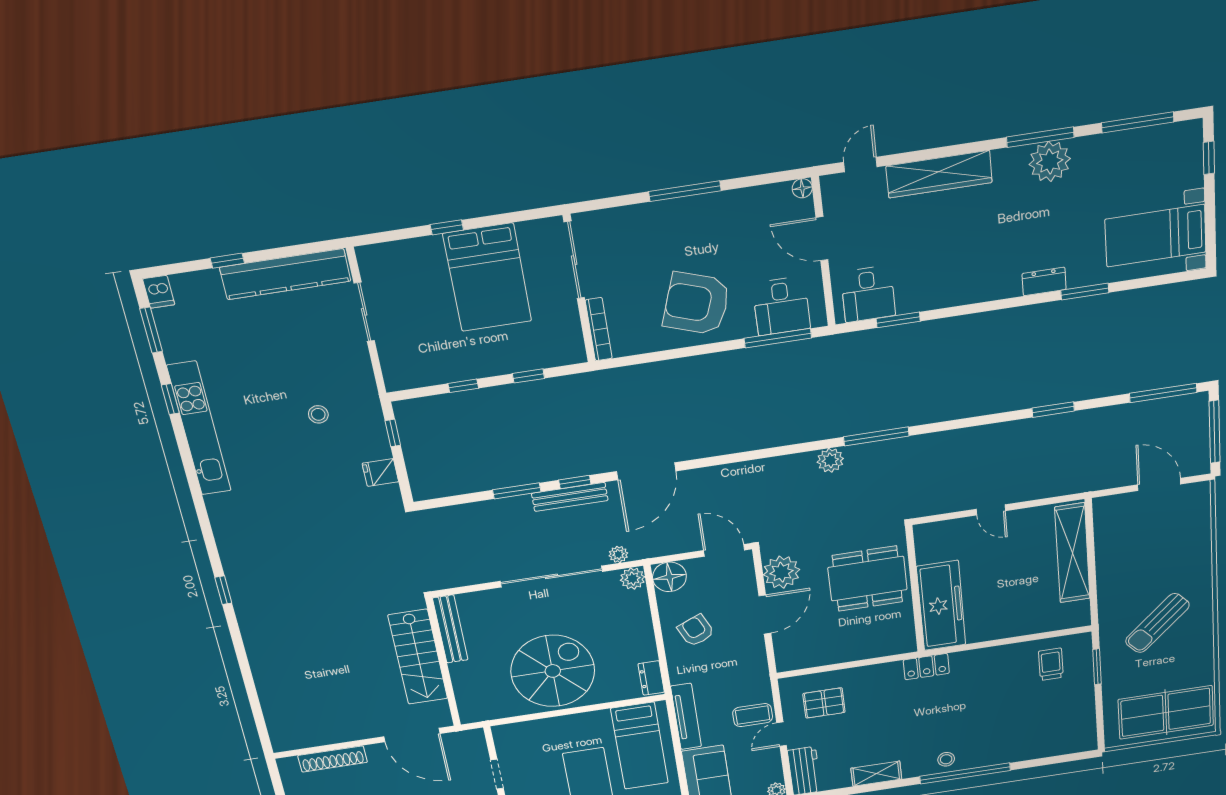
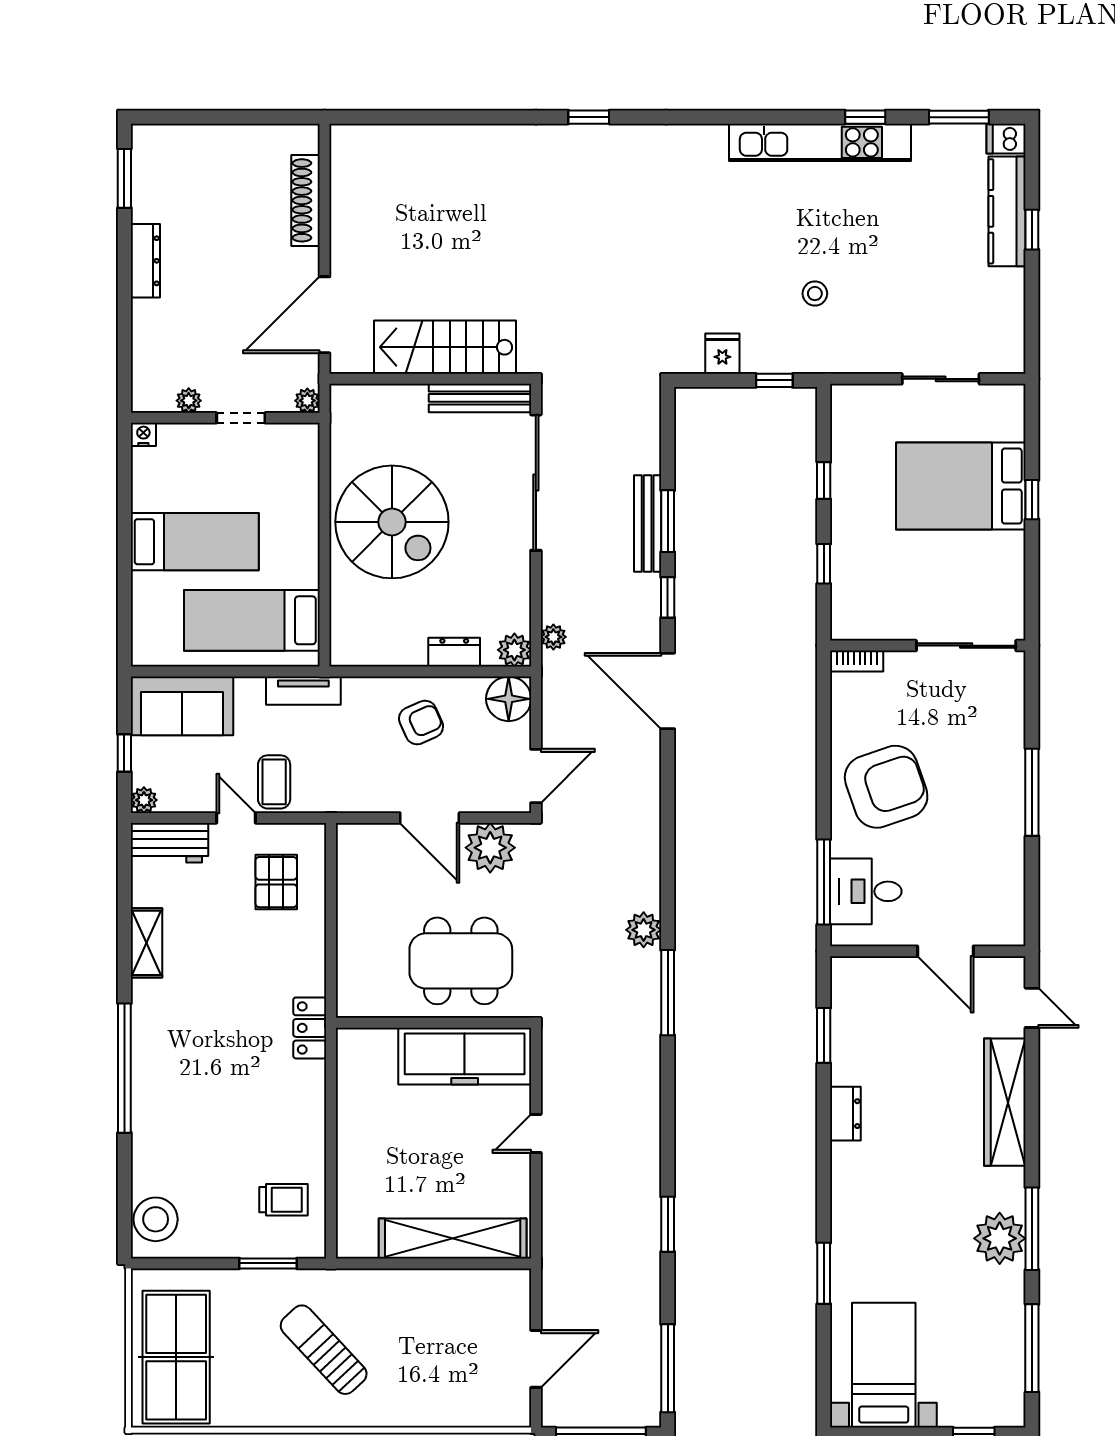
floor lamp: (802, 188) -> (1013, 934), removed
door: (822, 239) -> (945, 951), swing flipped
kitchen counter: (285, 274) -> (1007, 211), moved, width x0.72, depth x0.86
bed: (487, 278) -> (961, 486), moved
dresser: (1044, 281) -> (845, 1114), moved
desk: (868, 294) -> (864, 1001), removed
armchair: (697, 303) -> (886, 787), turned 52
bookcase: (599, 329) -> (857, 661), width x0.64
bench: (570, 497) -> (648, 524), moved
sliding door: (551, 576) -> (536, 483), moved
dining table: (867, 579) -> (461, 961), turned 90
freezer: (941, 606) -> (465, 1056), moved
dresser: (651, 678) -> (454, 652), moved
tv unit: (686, 716) -> (303, 691), width x0.71
plant: (476, 736) -> (307, 401), added
stool: (946, 759) -> (156, 1219), moved, width x1.89, depth x1.89

